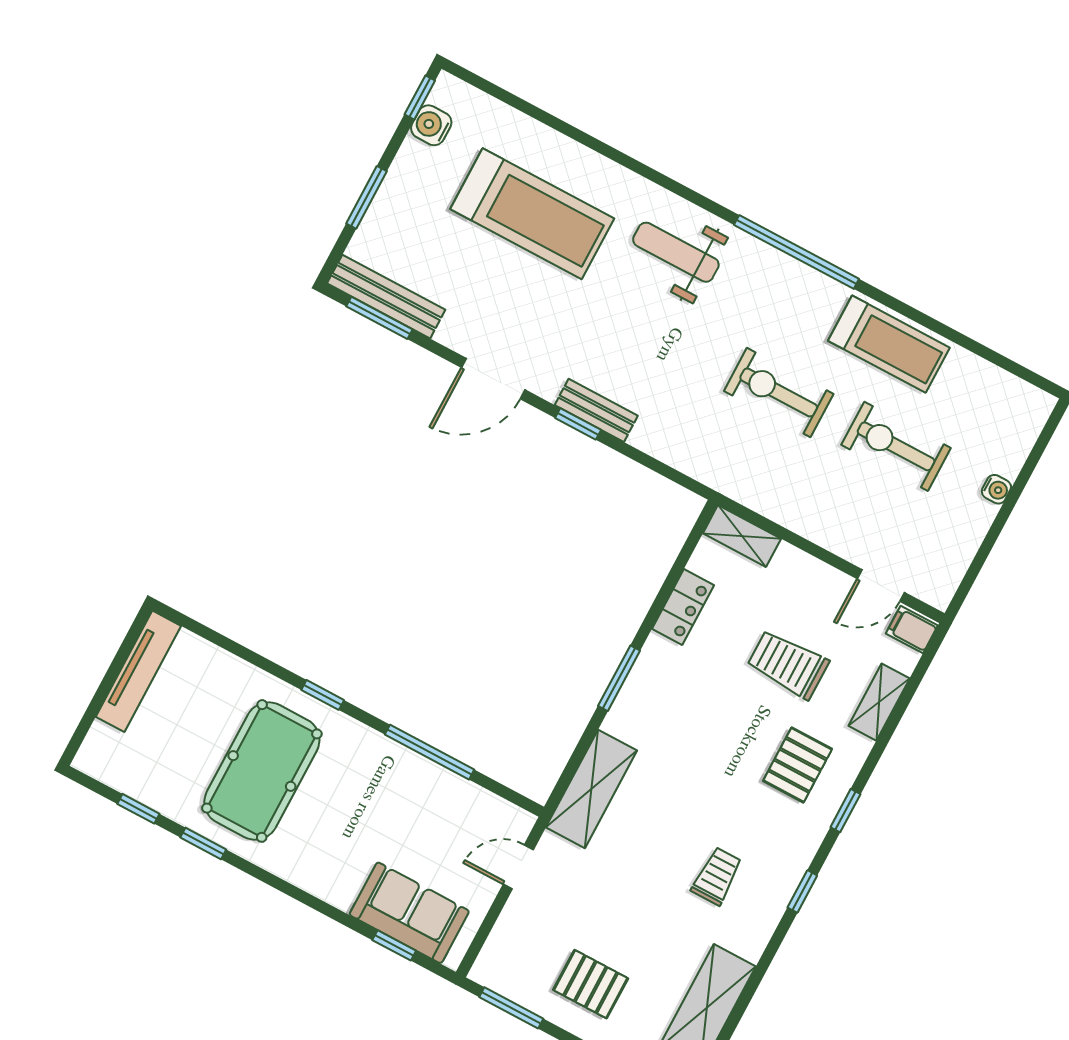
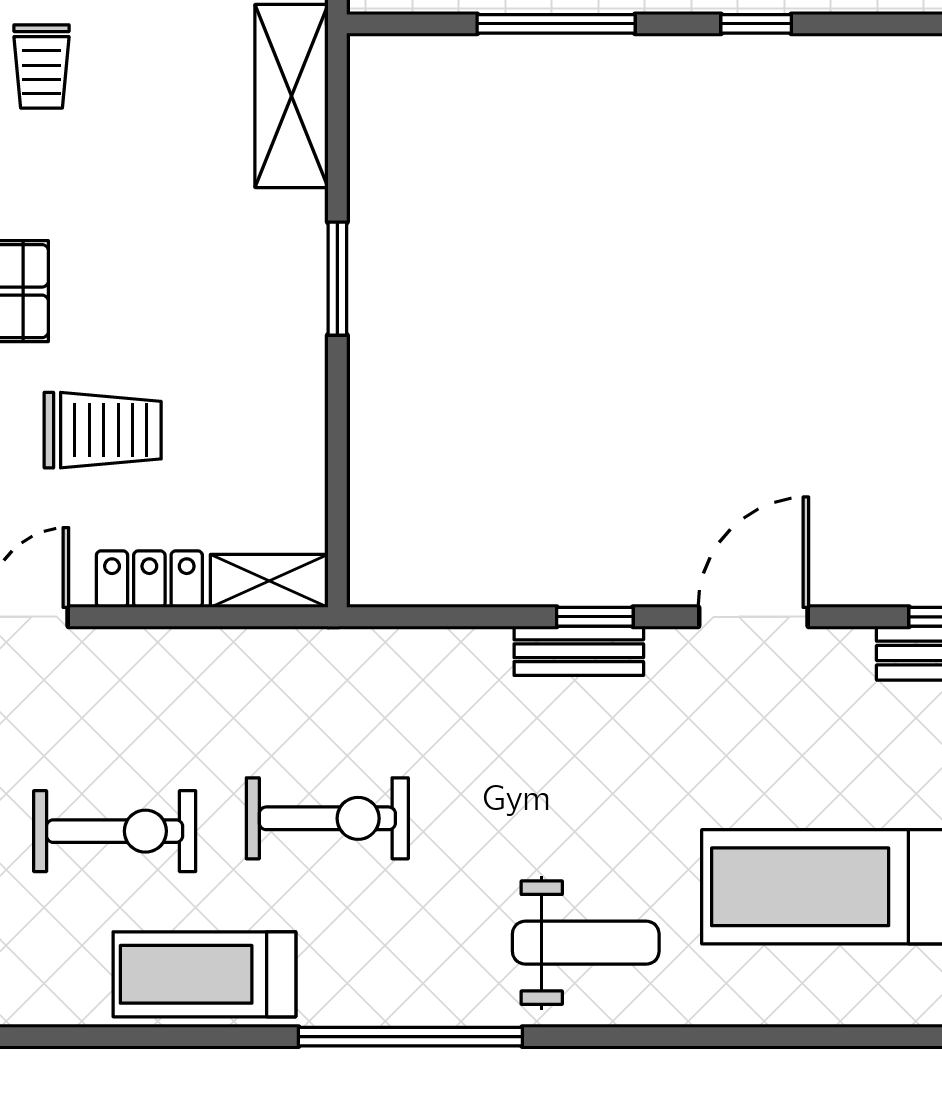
locker: (683, 607) -> (149, 579), moved, turned 90

